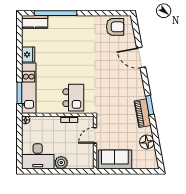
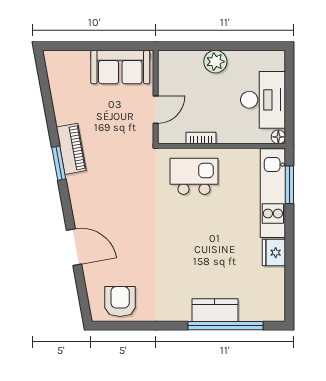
kitchen counter: (35, 22) -> (215, 310), moved
armchair: (115, 27) -> (120, 301), turned 90
kitchen island: (73, 98) -> (194, 176), turned 90
floor lamp: (147, 142) -> (64, 98), removed
desk: (38, 156) -> (263, 100), moved, turned 90

